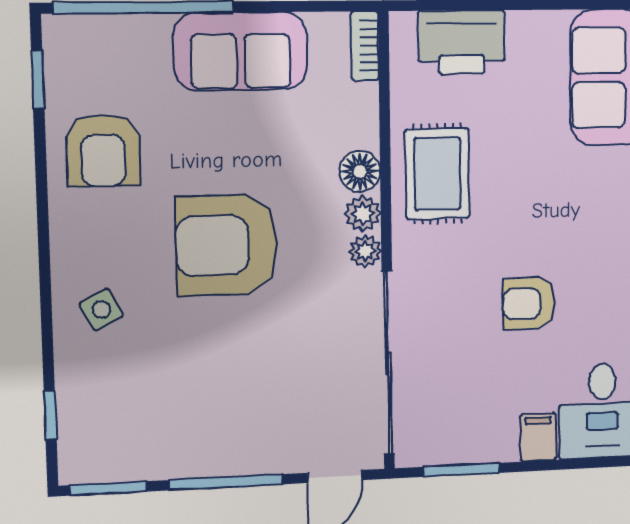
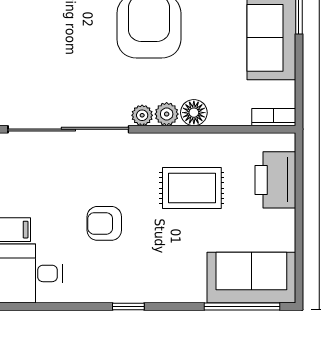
rug: (437, 174) -> (192, 188), moved
armchair: (529, 303) -> (104, 223), turned -90

